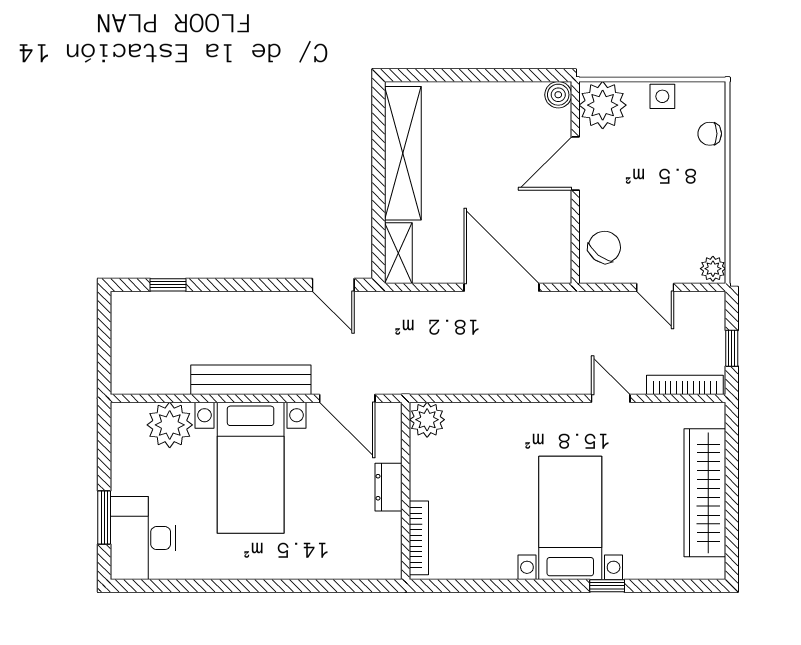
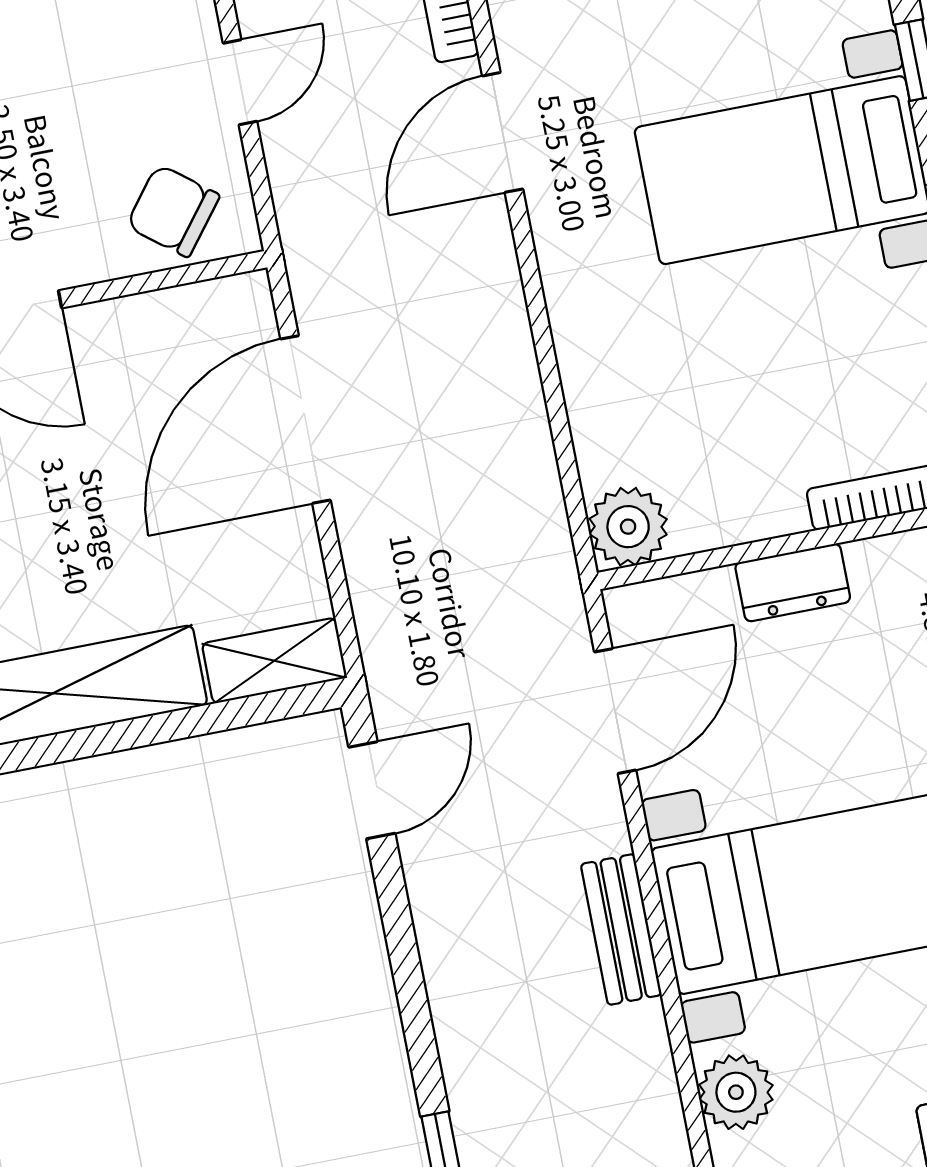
bench: (251, 380) -> (621, 929), width x0.54, depth x0.82
door: (611, 398) -> (503, 132), width x1.38
plant: (170, 425) -> (736, 1092), width x0.73, depth x0.73

